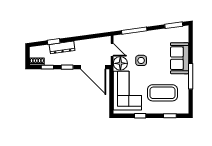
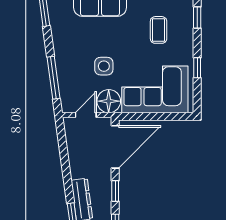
coffee table: (162, 93) -> (159, 30), width x0.54, depth x0.58

